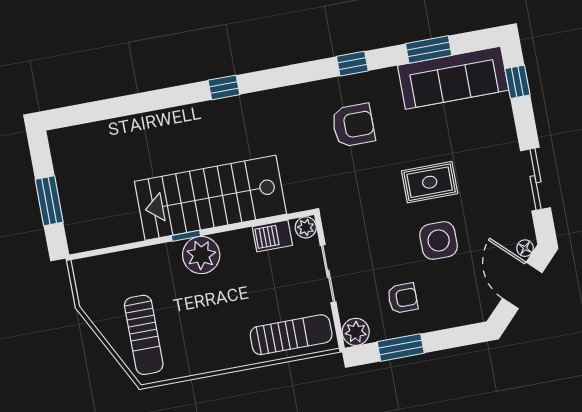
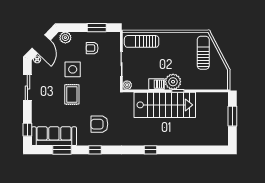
rug: (430, 182) -> (72, 94), turned 90
barbecue: (272, 236) -> (157, 84), moved
plant: (356, 332) -> (65, 38), moved

